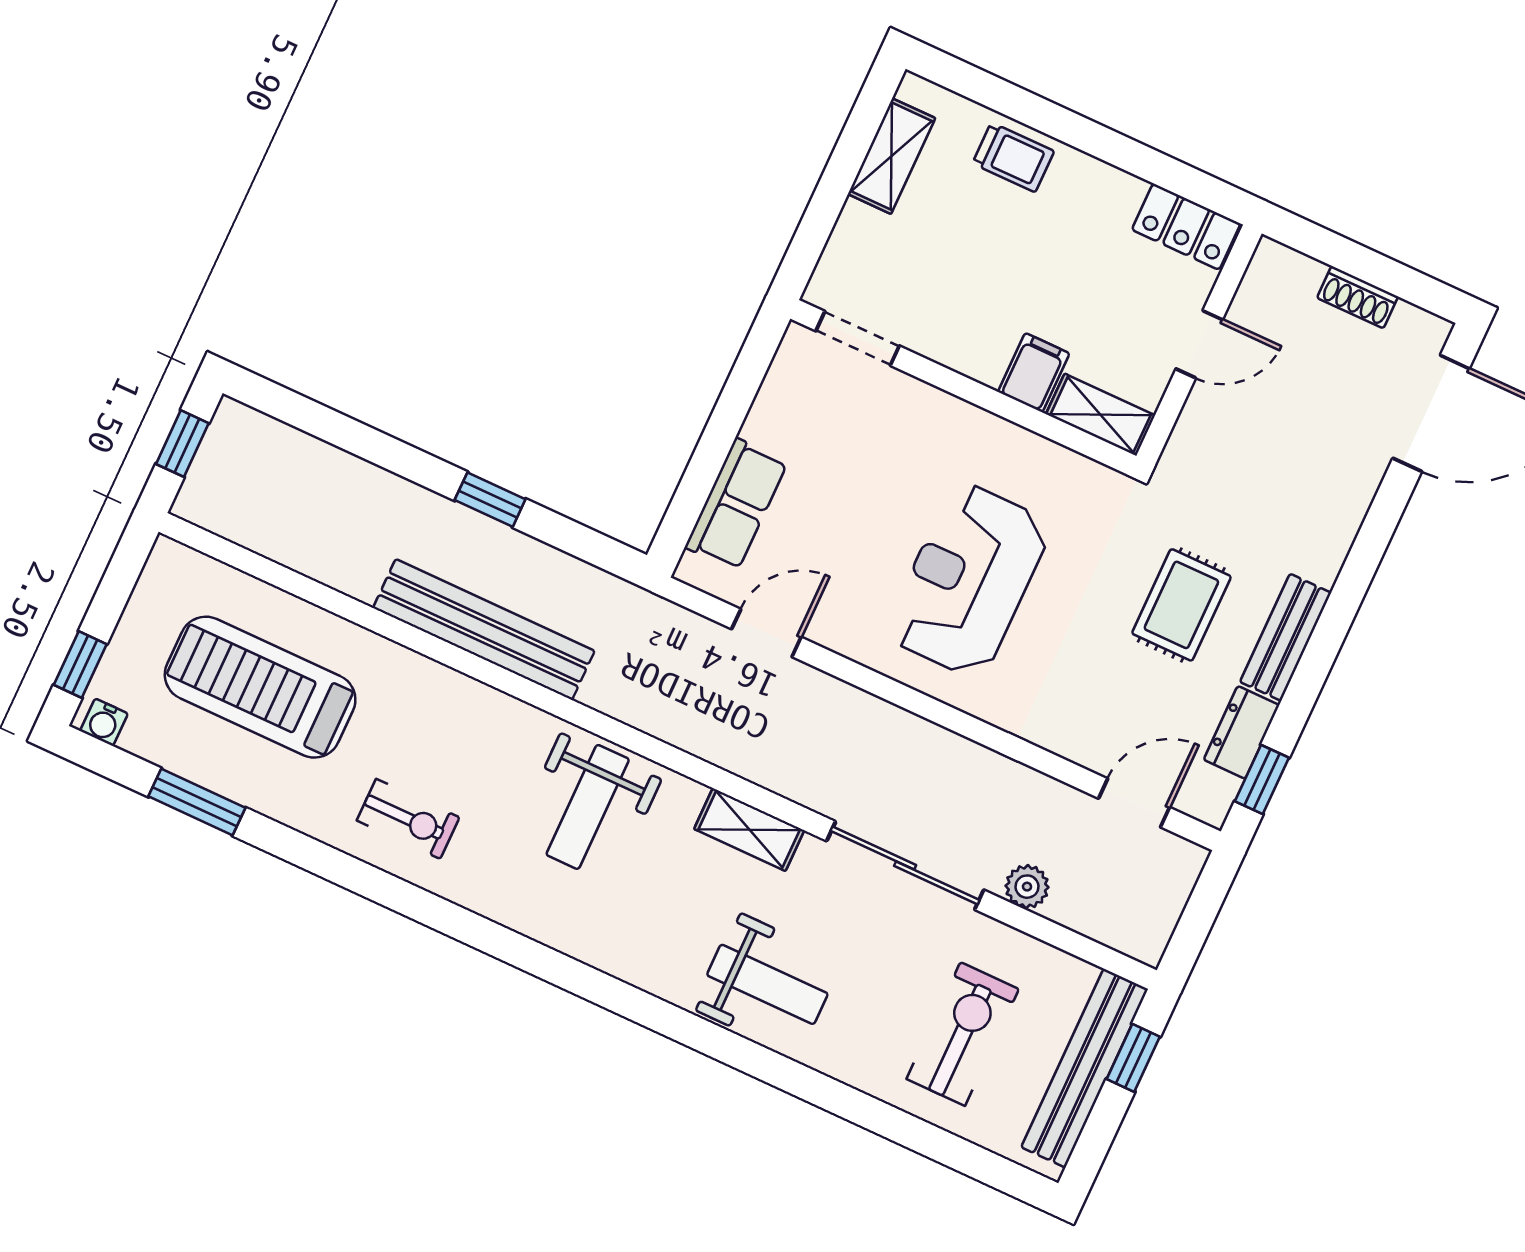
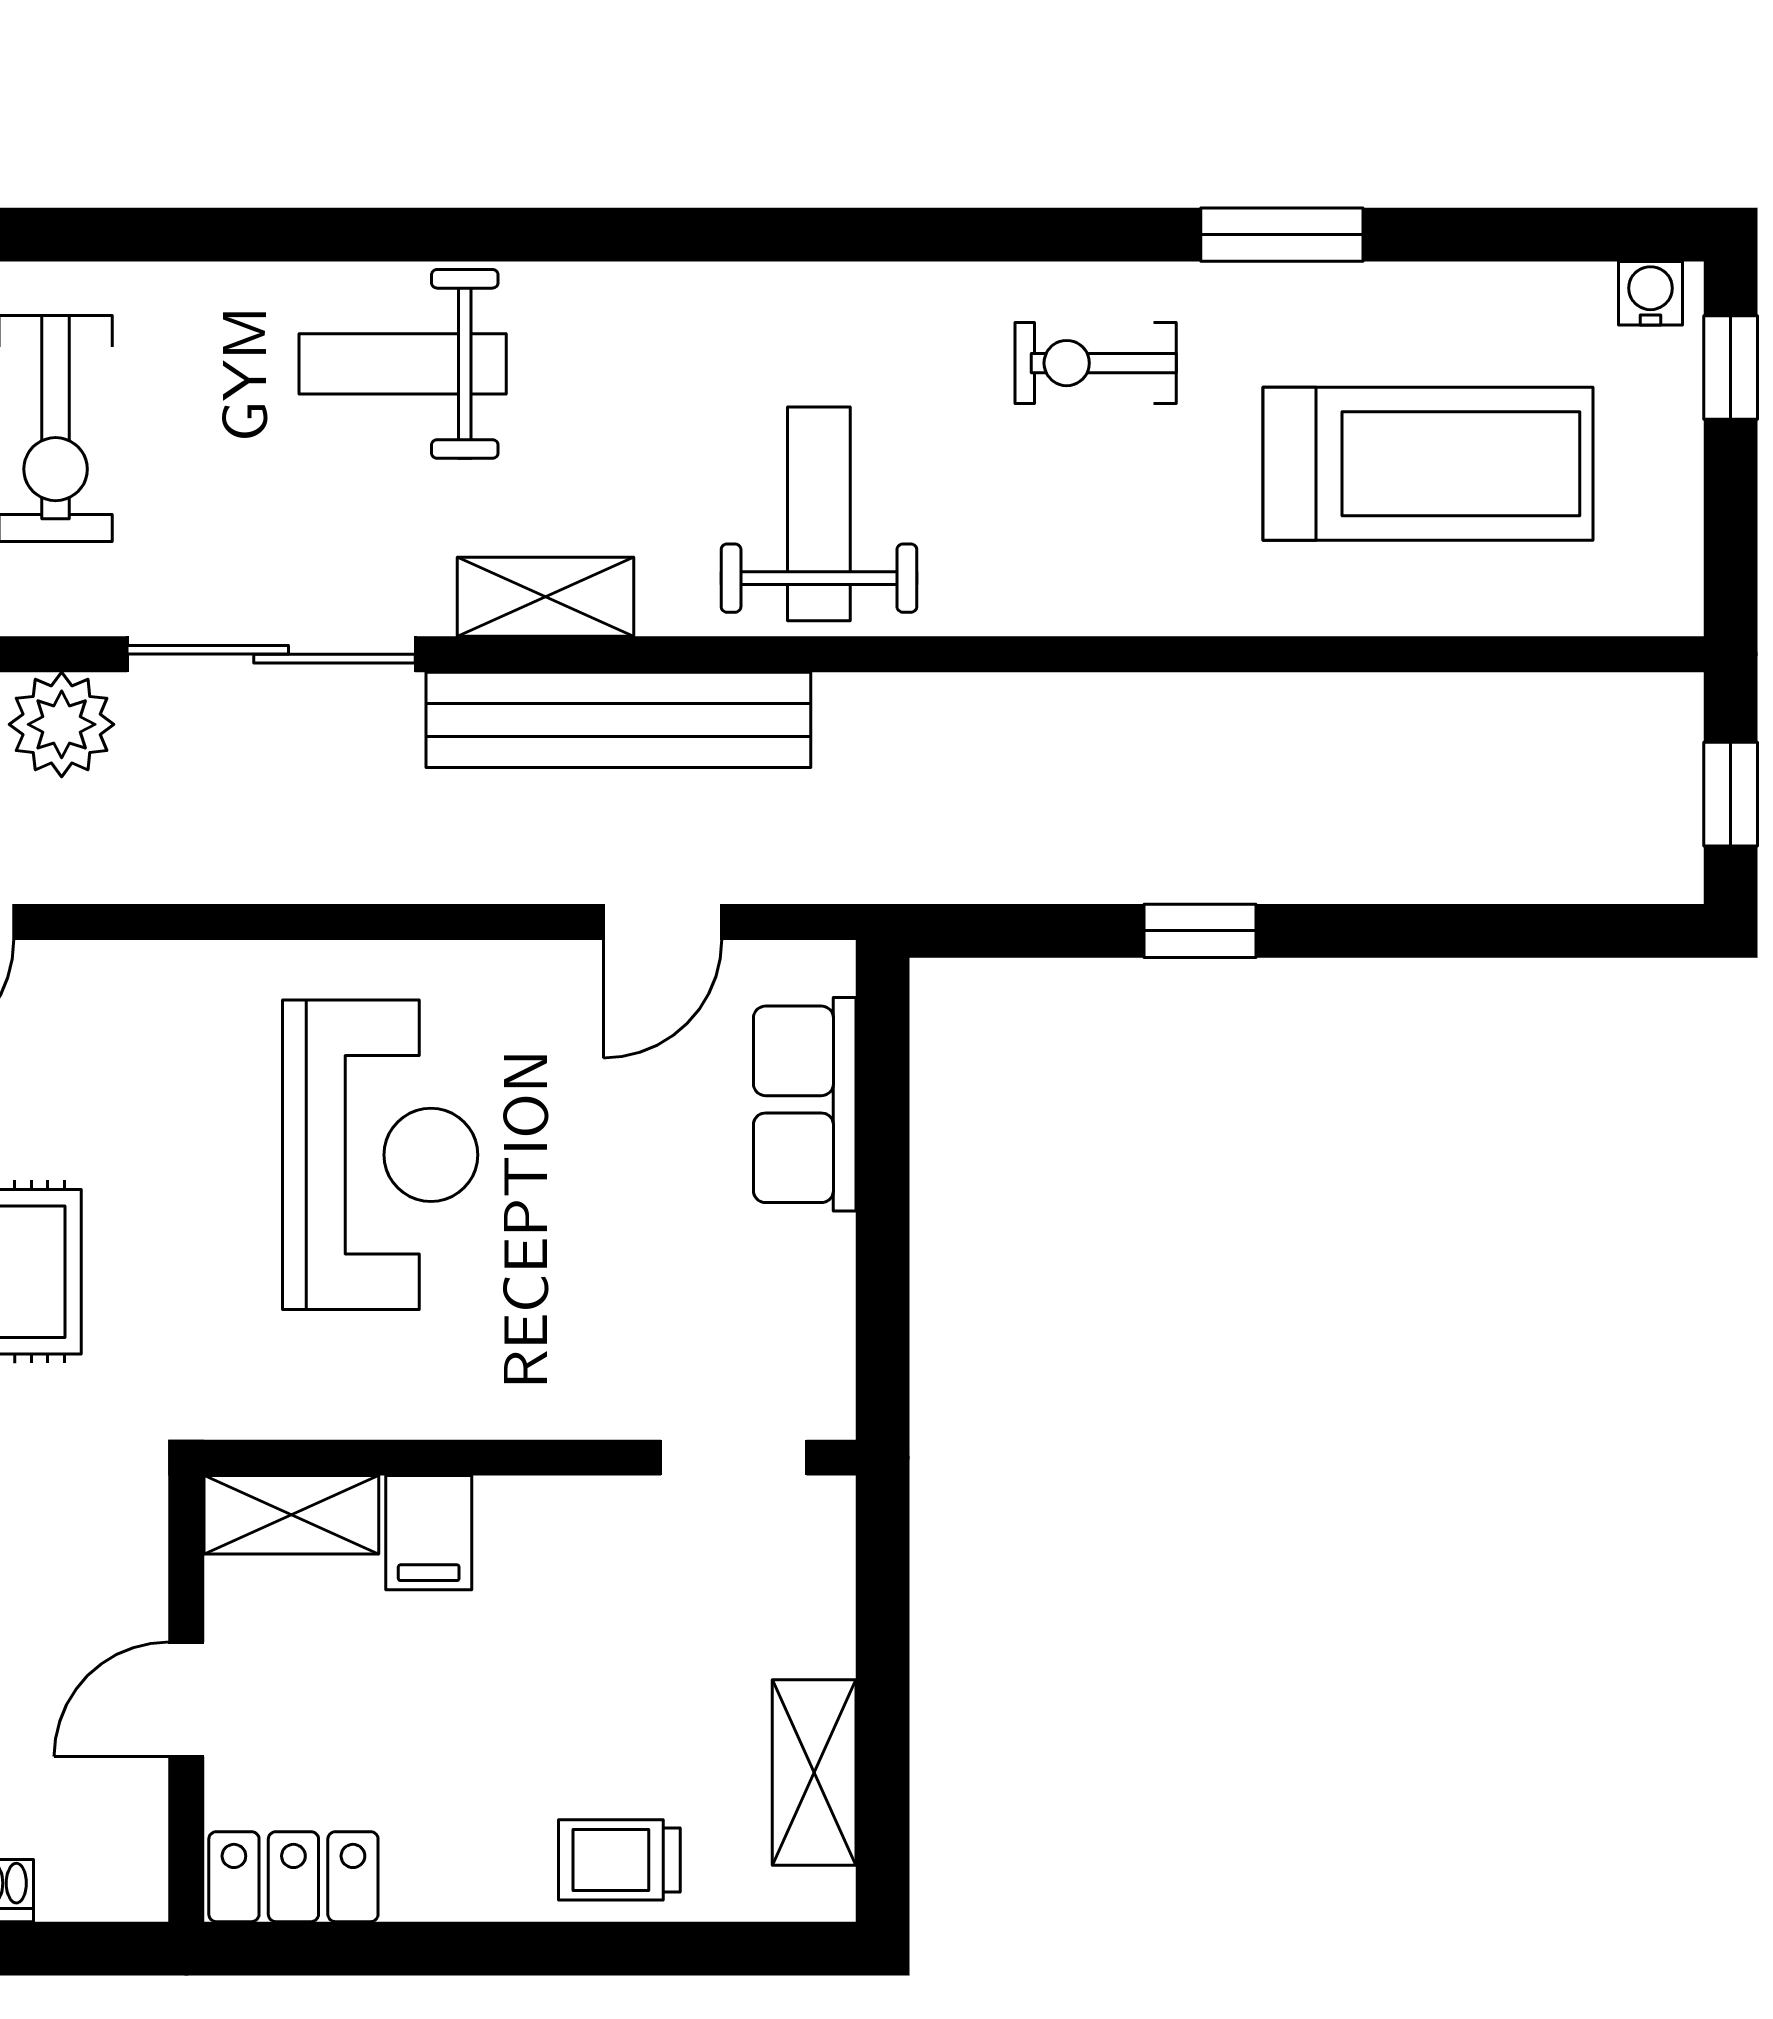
bench: (484, 629) -> (618, 720), moved
window: (197, 802) -> (1282, 235), moved
plant: (1027, 887) -> (62, 724), width x1.38, depth x1.38

